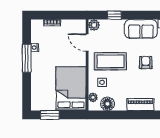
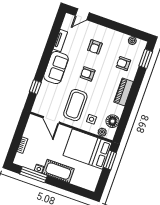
plant: (94, 25) -> (38, 108), removed
door: (87, 43) -> (51, 120), hinge flipped
window: (27, 58) -> (34, 175), moved
cot: (39, 67) -> (58, 171), added
window: (50, 115) -> (110, 160), moved

